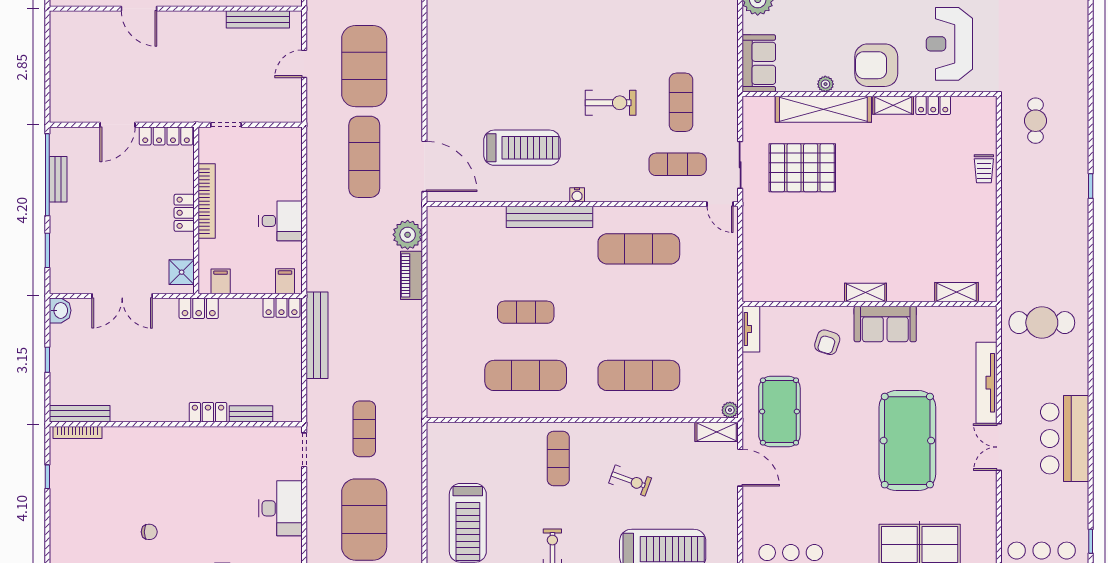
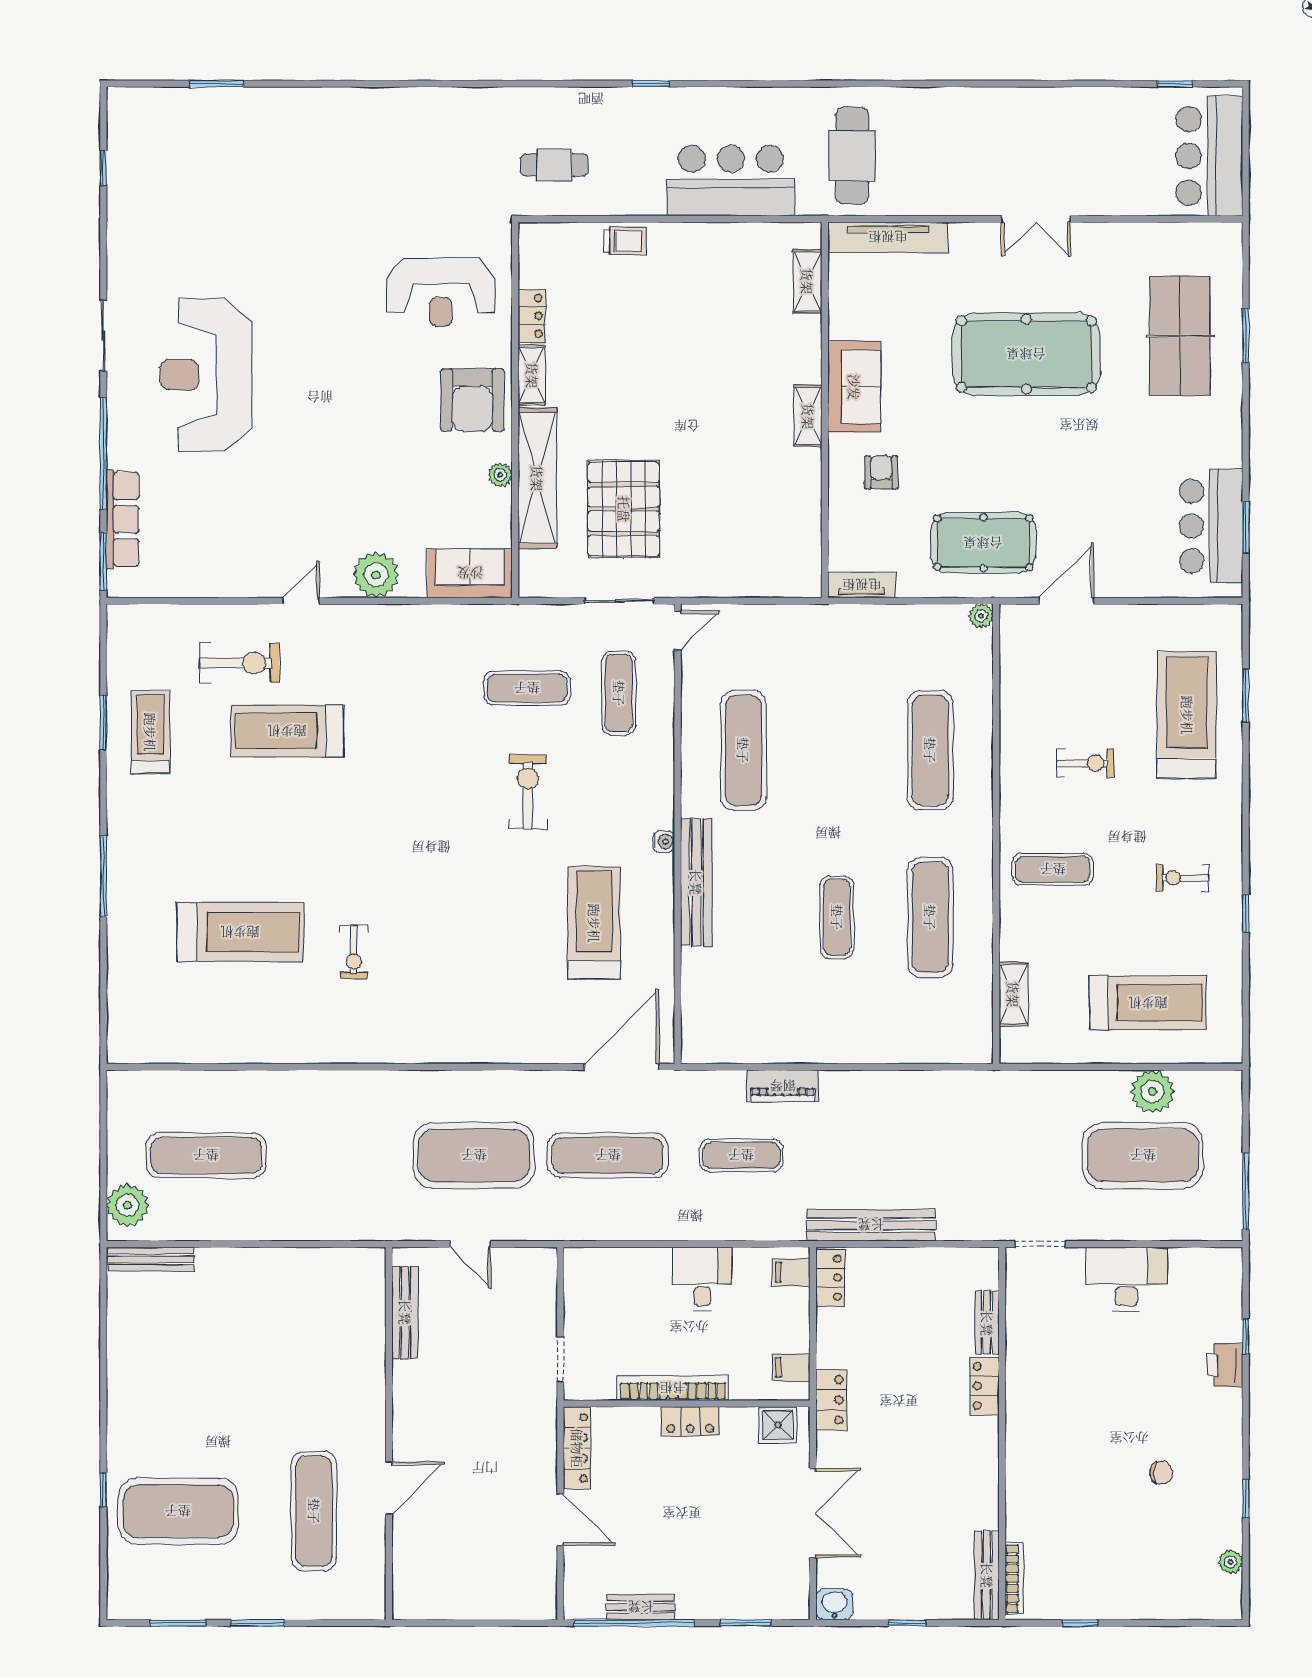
plant: (408, 235) -> (1153, 1092), moved
armchair: (827, 342) -> (881, 472), turned -108
tv unit: (986, 383) -> (888, 237), moved
exercise mat: (364, 429) -> (741, 1155), moved
shelving: (717, 432) -> (1013, 994), moved
bar counter: (1065, 439) -> (731, 181), moved, turned 180
exercise bike: (630, 481) -> (1085, 763), turned 70
chair: (149, 532) -> (1161, 1473), turned 90

